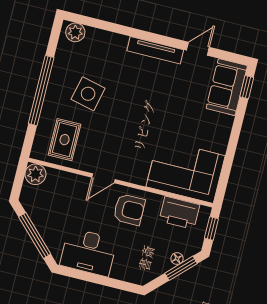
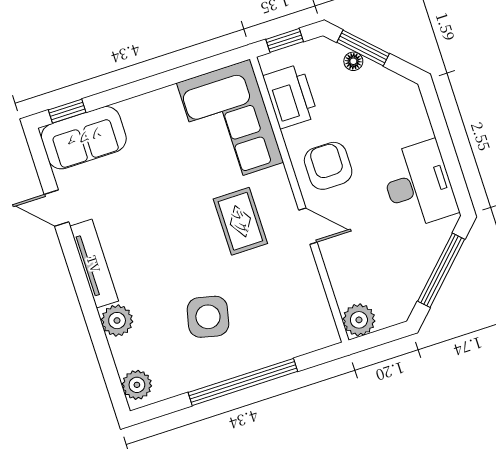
plant: (117, 43) -> (117, 321), added
rug: (65, 140) -> (240, 221), moved, turned 90

